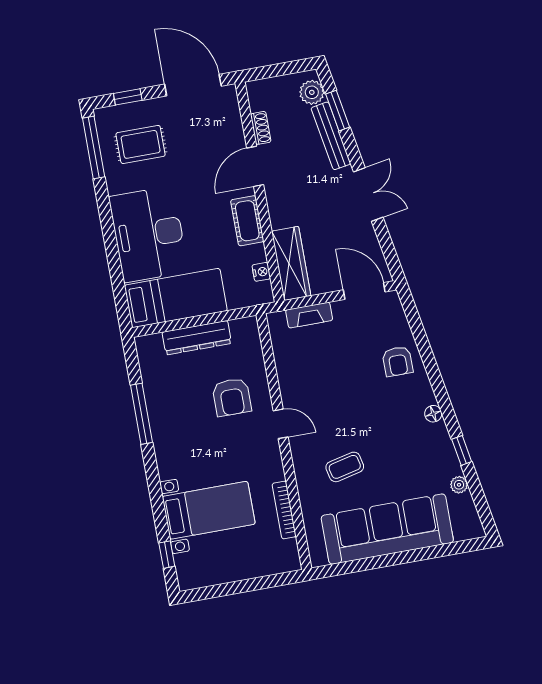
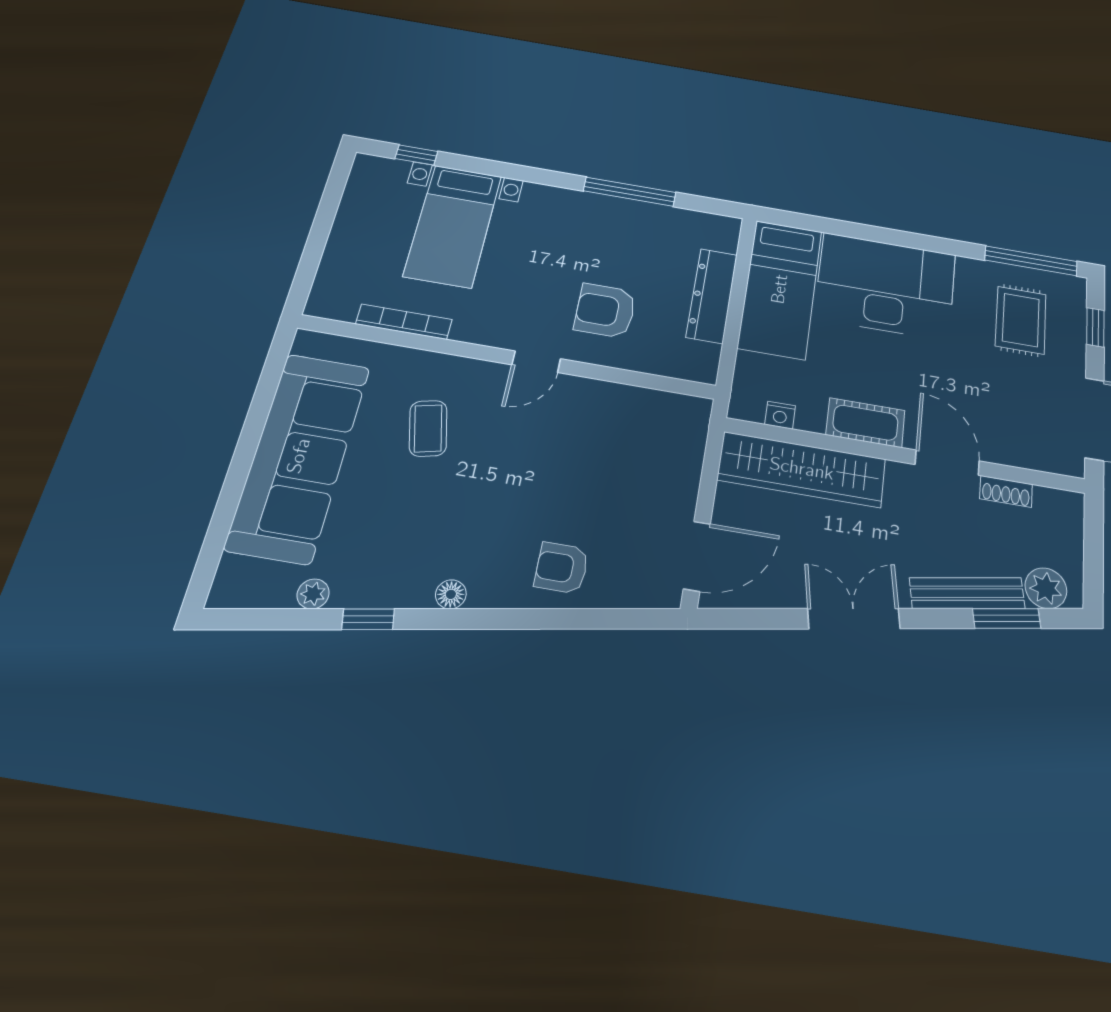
double door: (368, 195) -> (854, 619), swing flipped
wardrobe: (291, 263) -> (802, 469), width x1.40, depth x1.17
fireplace: (309, 315) -> (688, 460), removed

